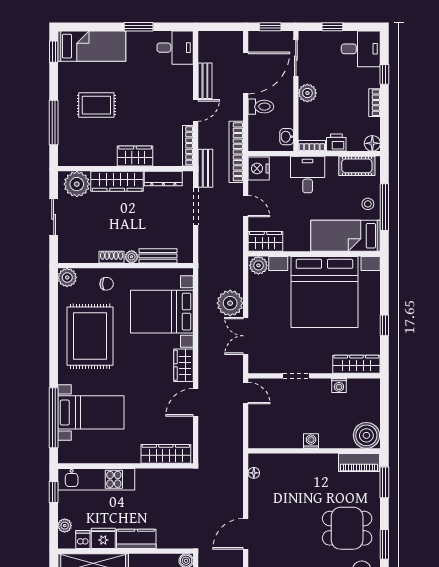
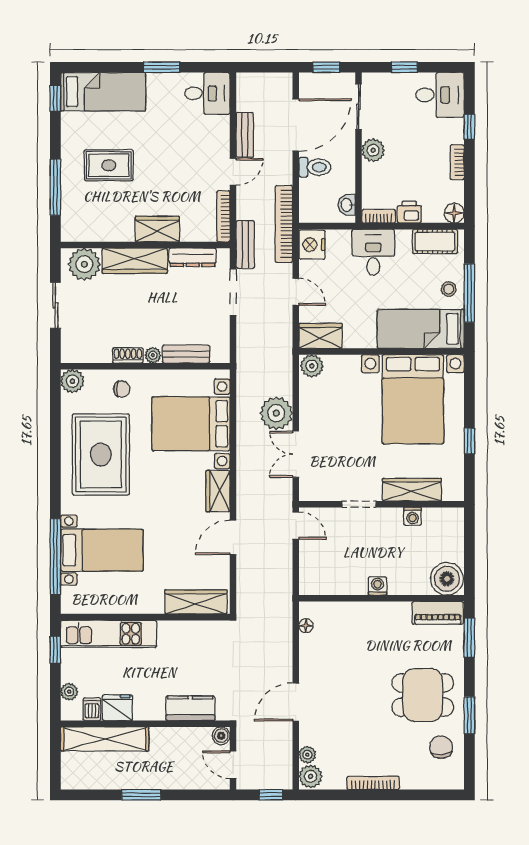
bed with nightstands: (324, 292) -> (413, 399), width x0.73
wardrobe: (356, 364) -> (412, 490), moved
kitchen counter: (136, 539) -> (190, 708), moved

